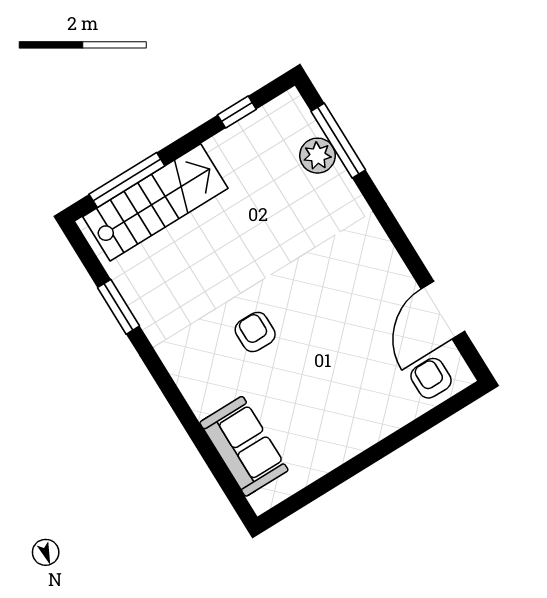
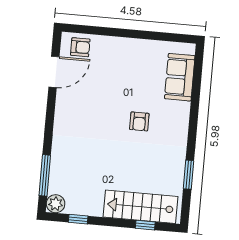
plant: (317, 156) -> (56, 204), moved
window: (127, 180) -> (145, 225), width x0.46
armchair: (431, 378) -> (80, 47), turned -90

